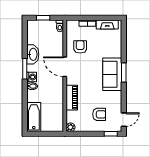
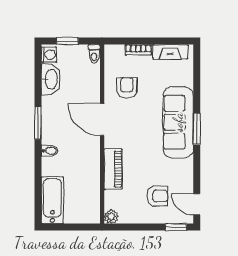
washbasin: (33, 54) -> (51, 79), moved
sofa: (112, 74) -> (178, 122), width x1.36
washing machine: (32, 77) -> (49, 55), moved
door: (124, 120) -> (197, 204), swing flipped

